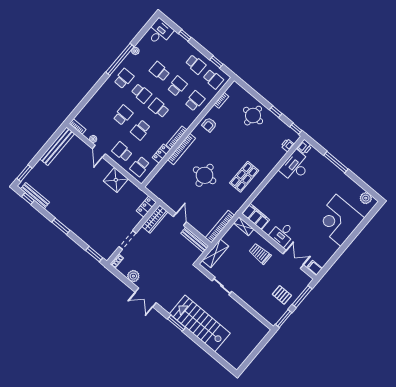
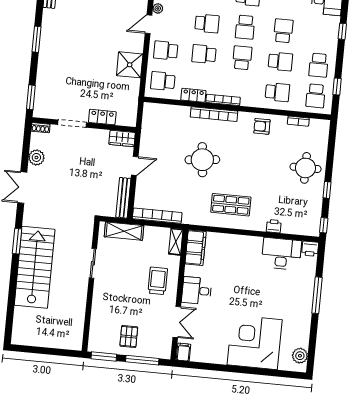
printer: (287, 145) -> (274, 226), moved
school desk: (122, 152) -> (166, 50), turned -90
locker: (146, 207) -> (102, 117), moved
wardrobe: (155, 219) -> (122, 138), width x0.67

